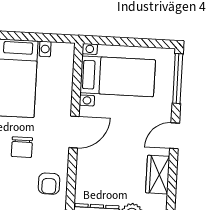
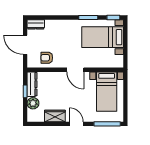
chair: (22, 147) -> (66, 42), removed

